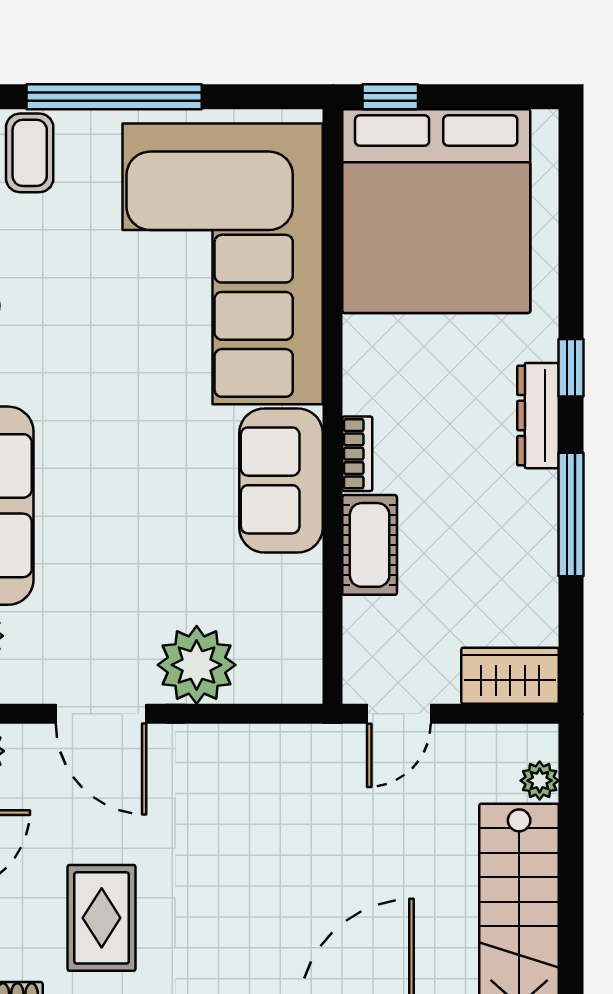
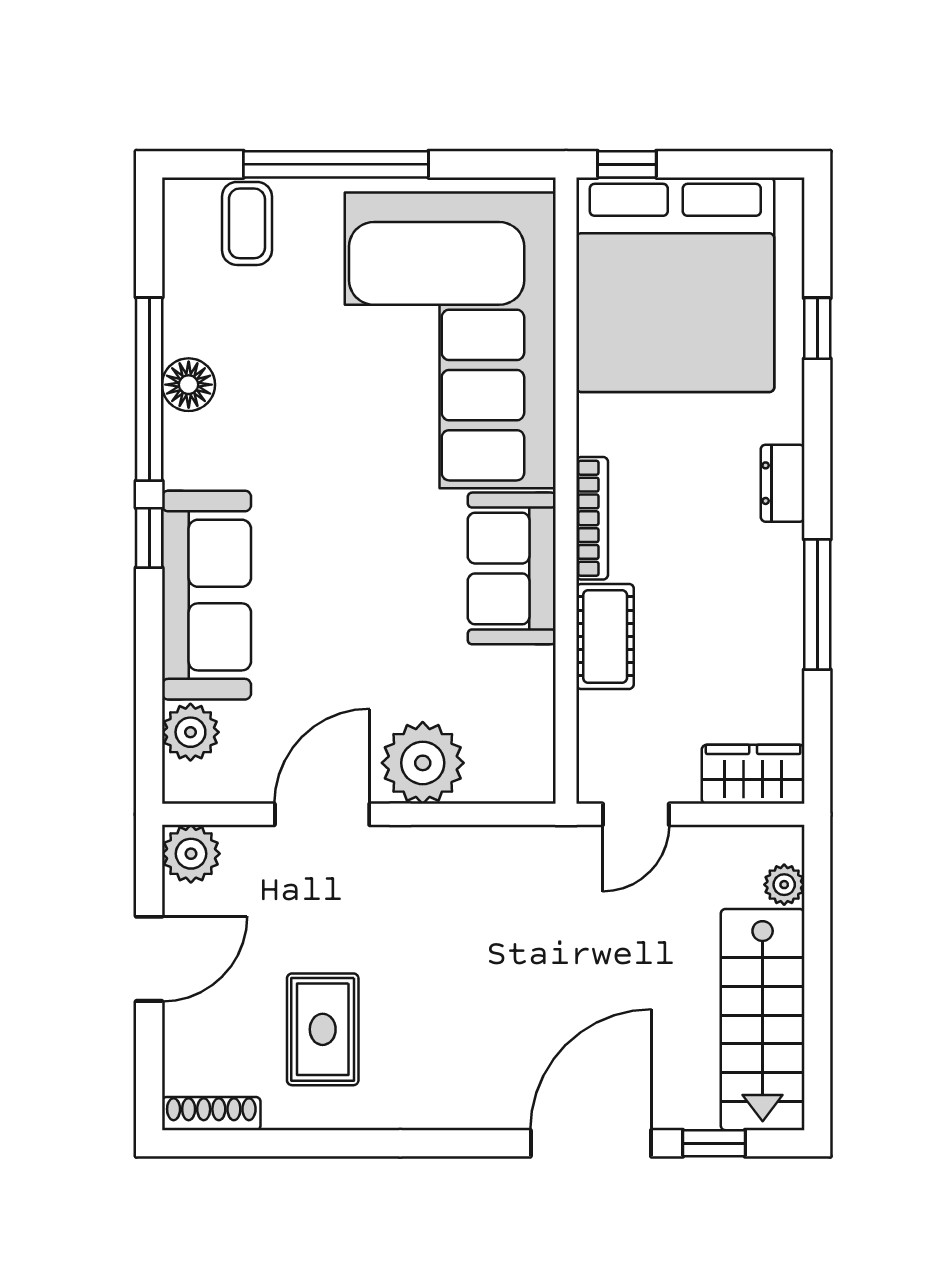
window: (571, 368) -> (817, 328), moved
dresser: (538, 416) -> (783, 483), width x0.70
bookcase: (357, 454) -> (592, 518), width x1.56
door: (101, 714) -> (322, 814), swing flipped

